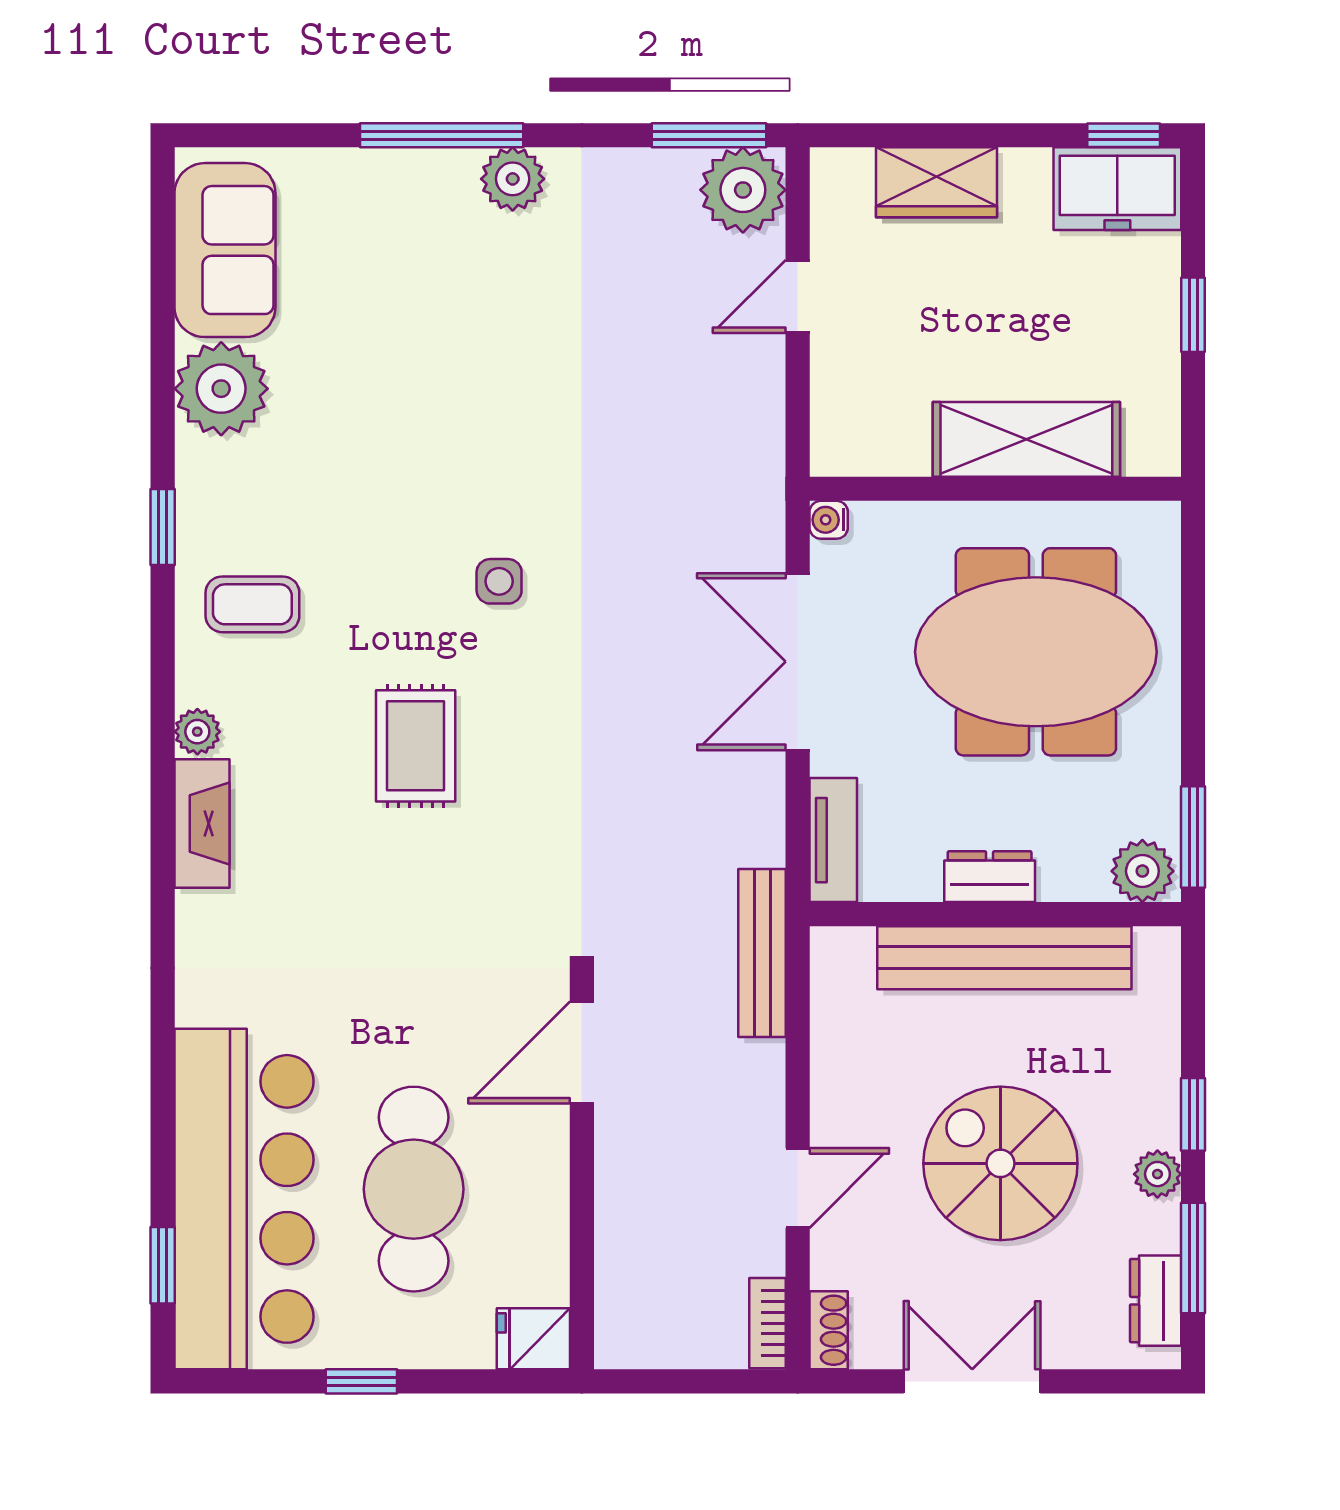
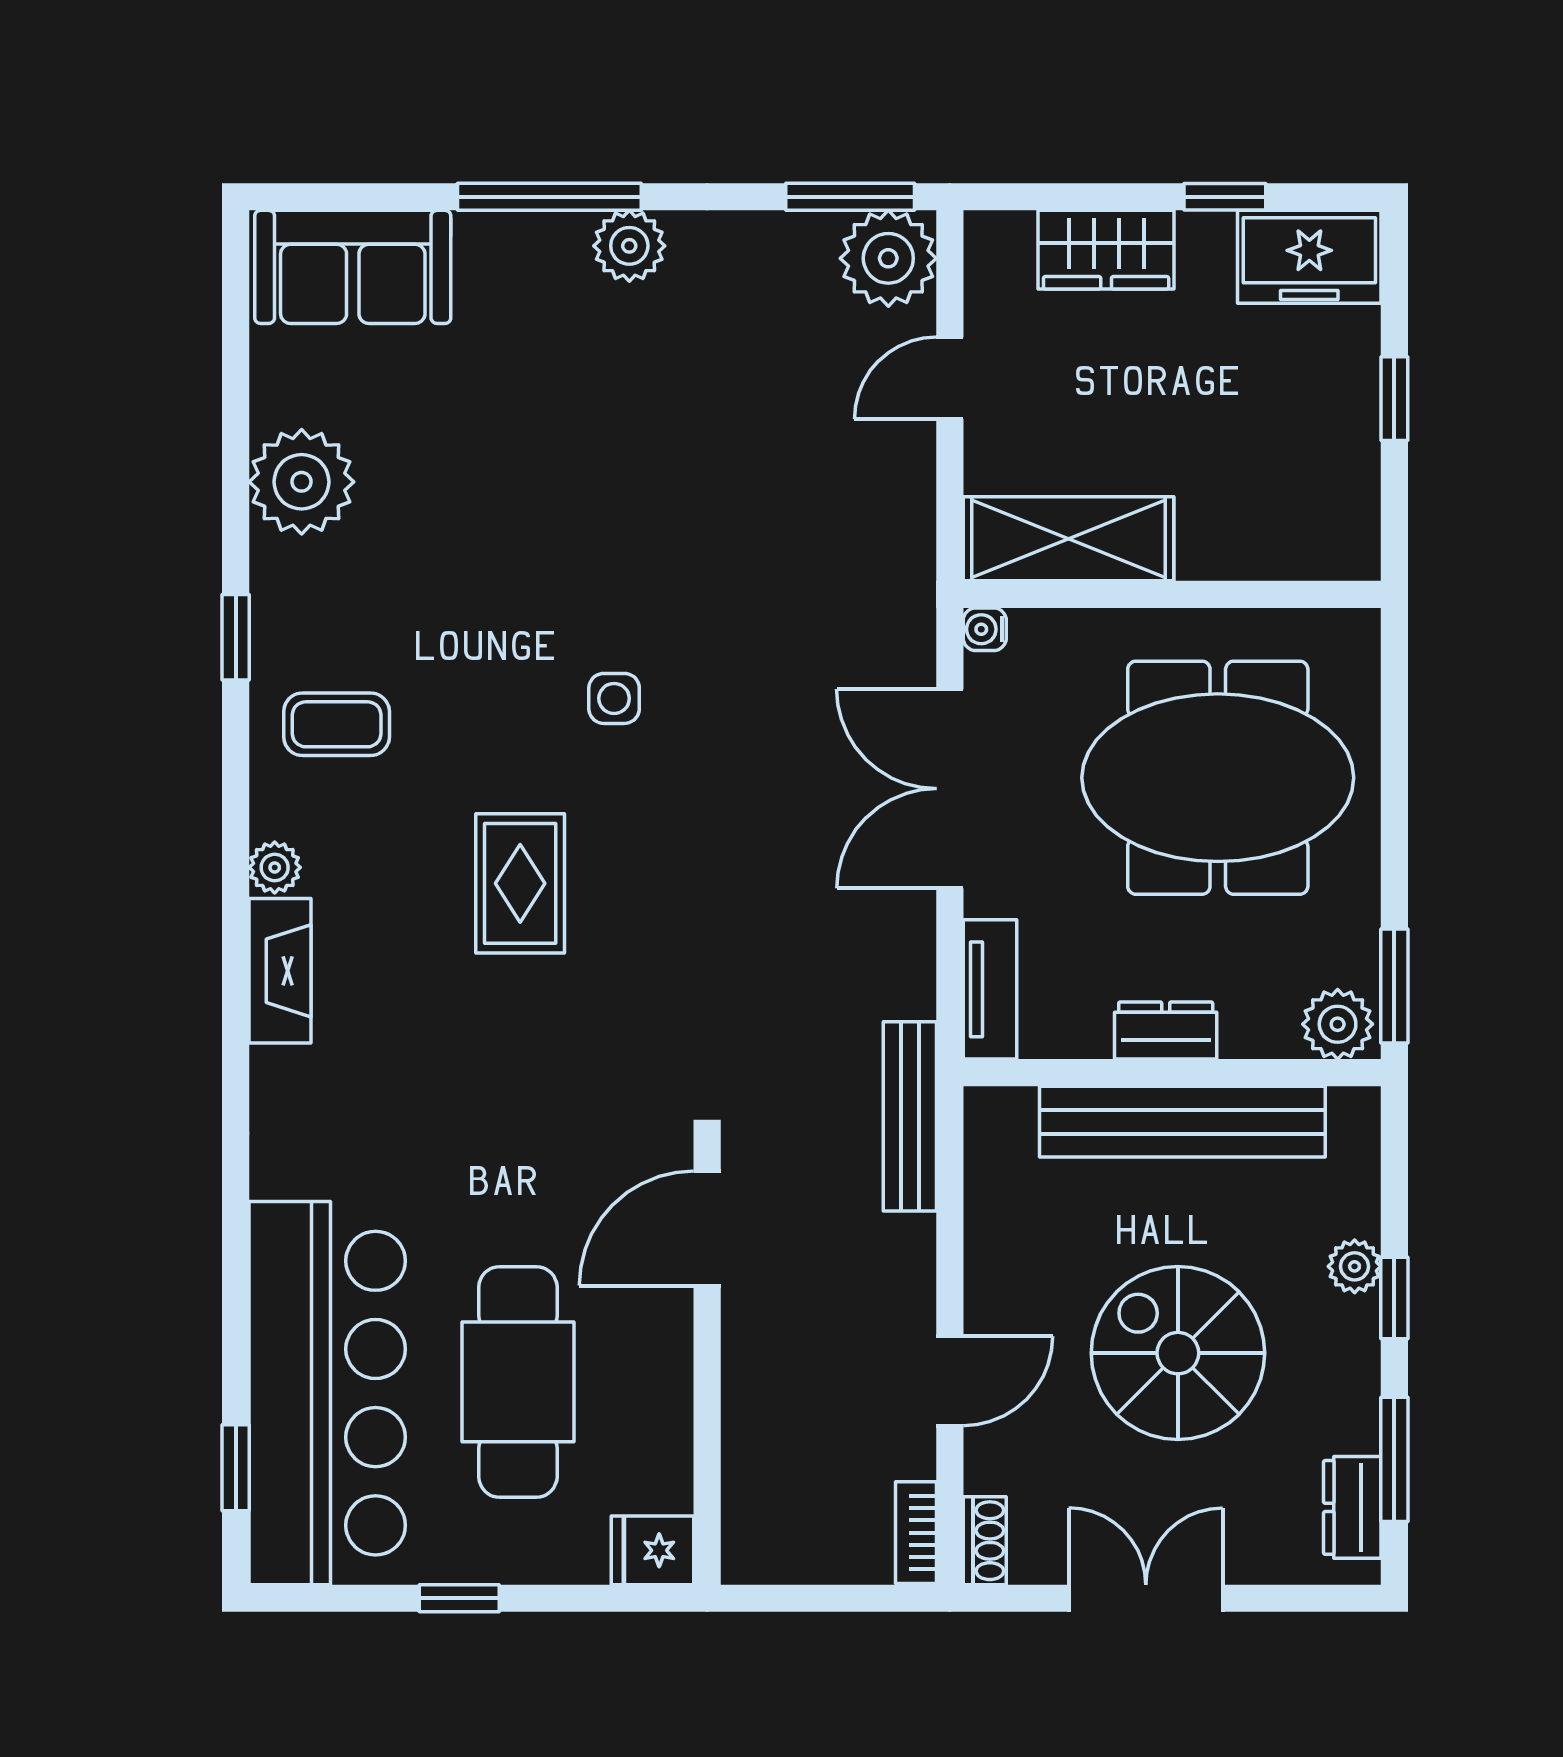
window: (1124, 135) -> (1225, 197), moved
sofa: (225, 250) -> (353, 267), moved, turned 90
shelving: (1026, 439) -> (1068, 539), moved
plant: (1157, 1174) -> (1355, 1266), moved

